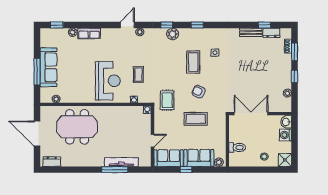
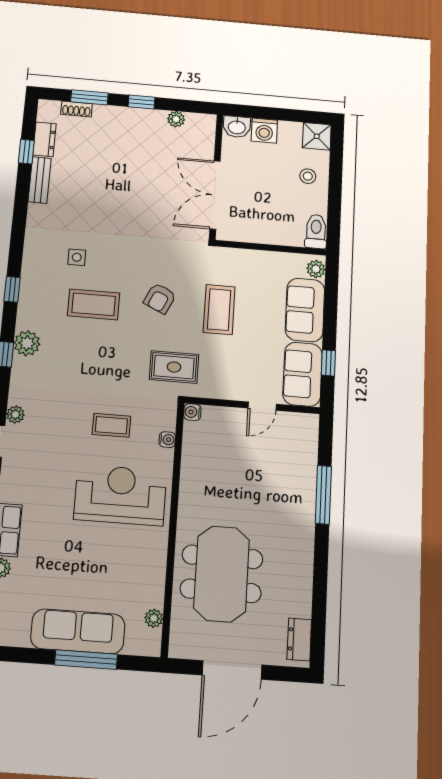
door: (152, 141) -> (262, 406), swing flipped
toilet: (237, 148) -> (316, 231), moved
tv unit: (121, 162) -> (307, 479), removed
window: (186, 170) -> (328, 363), moved

